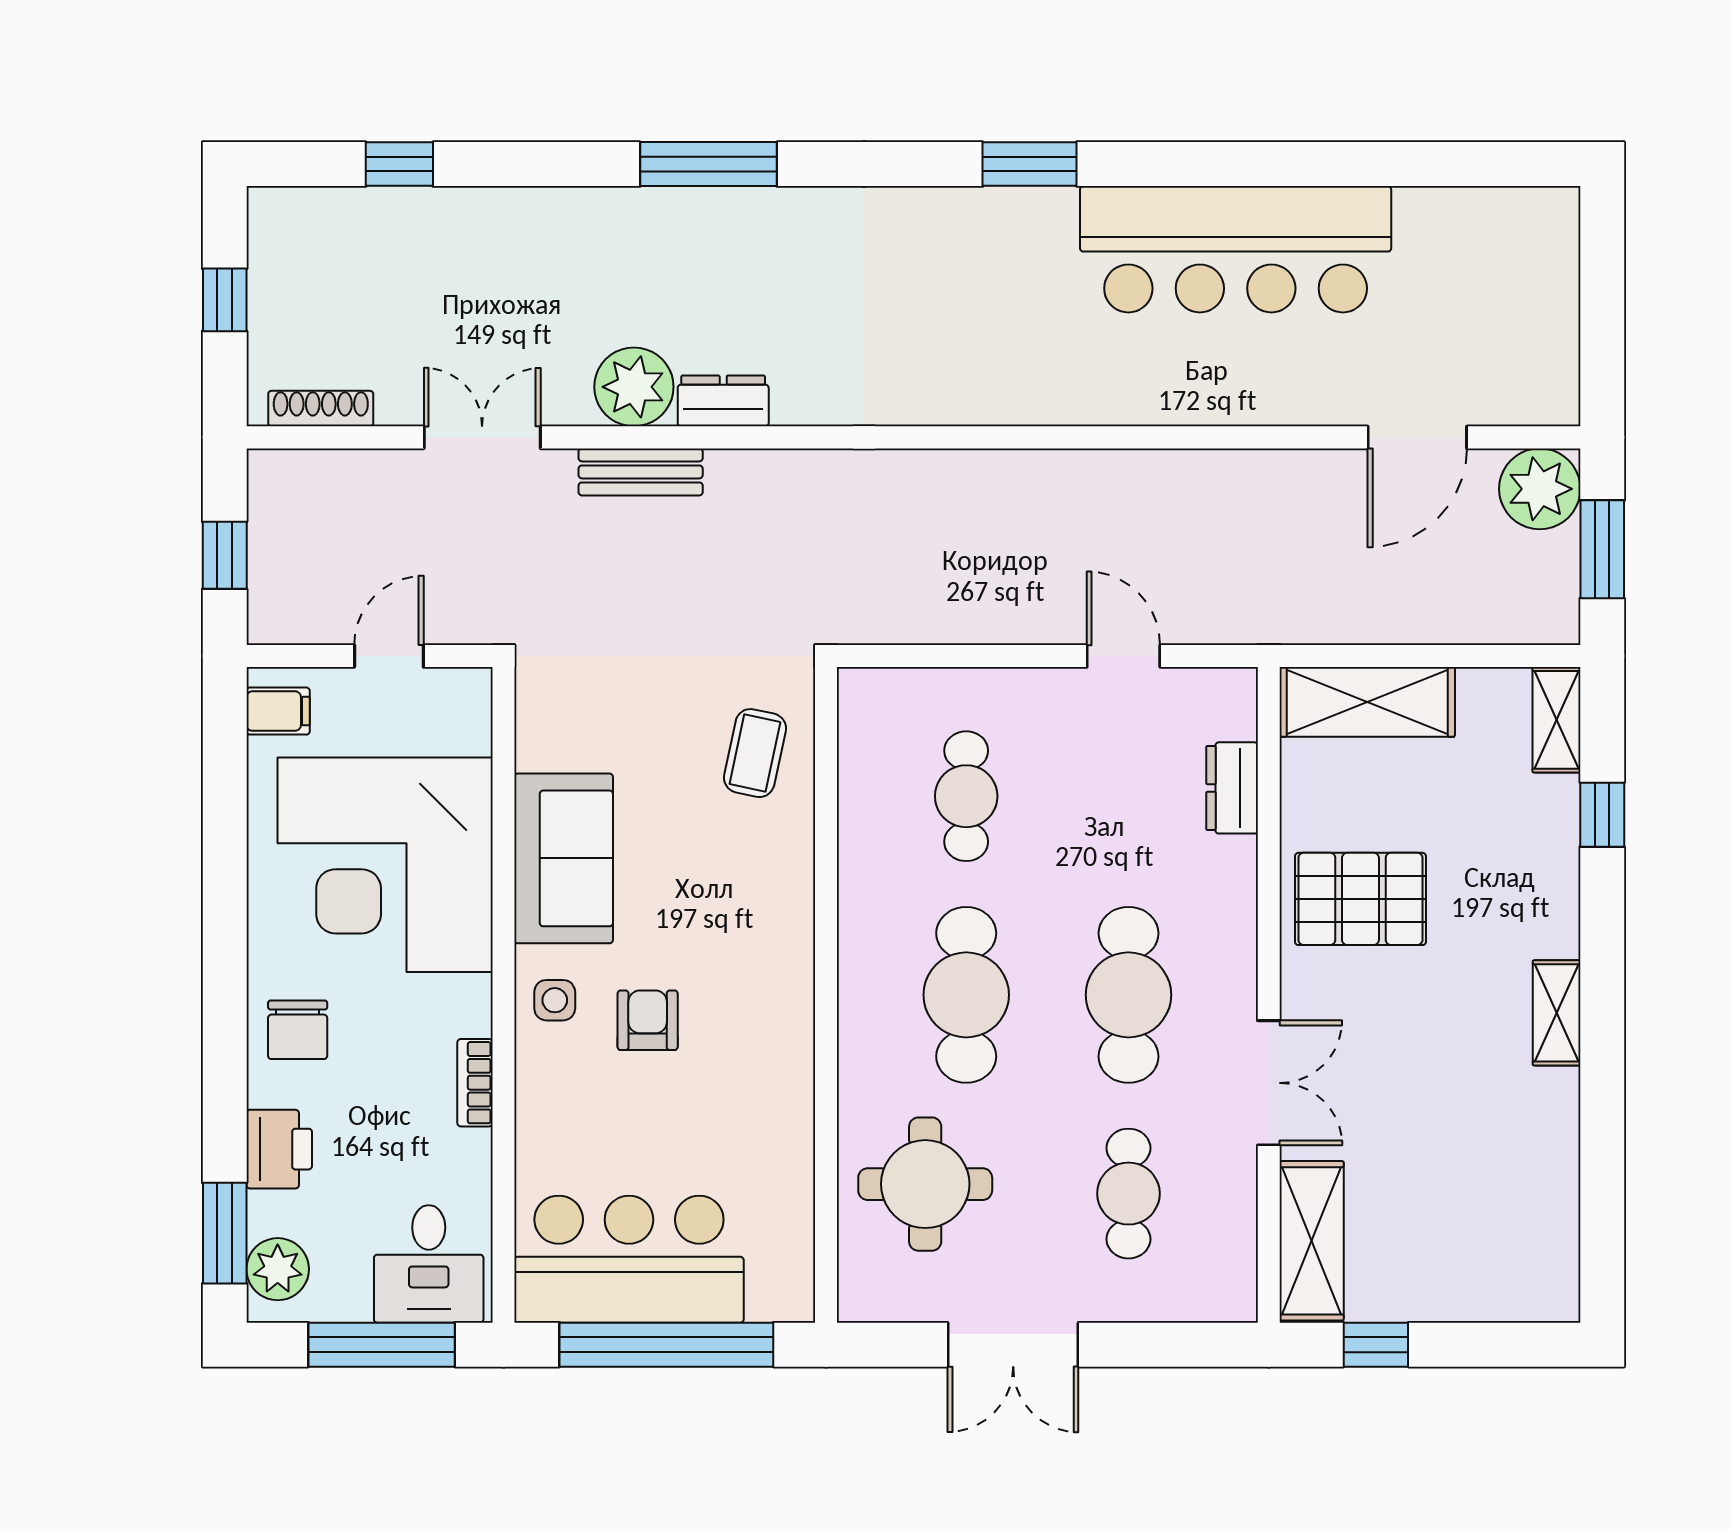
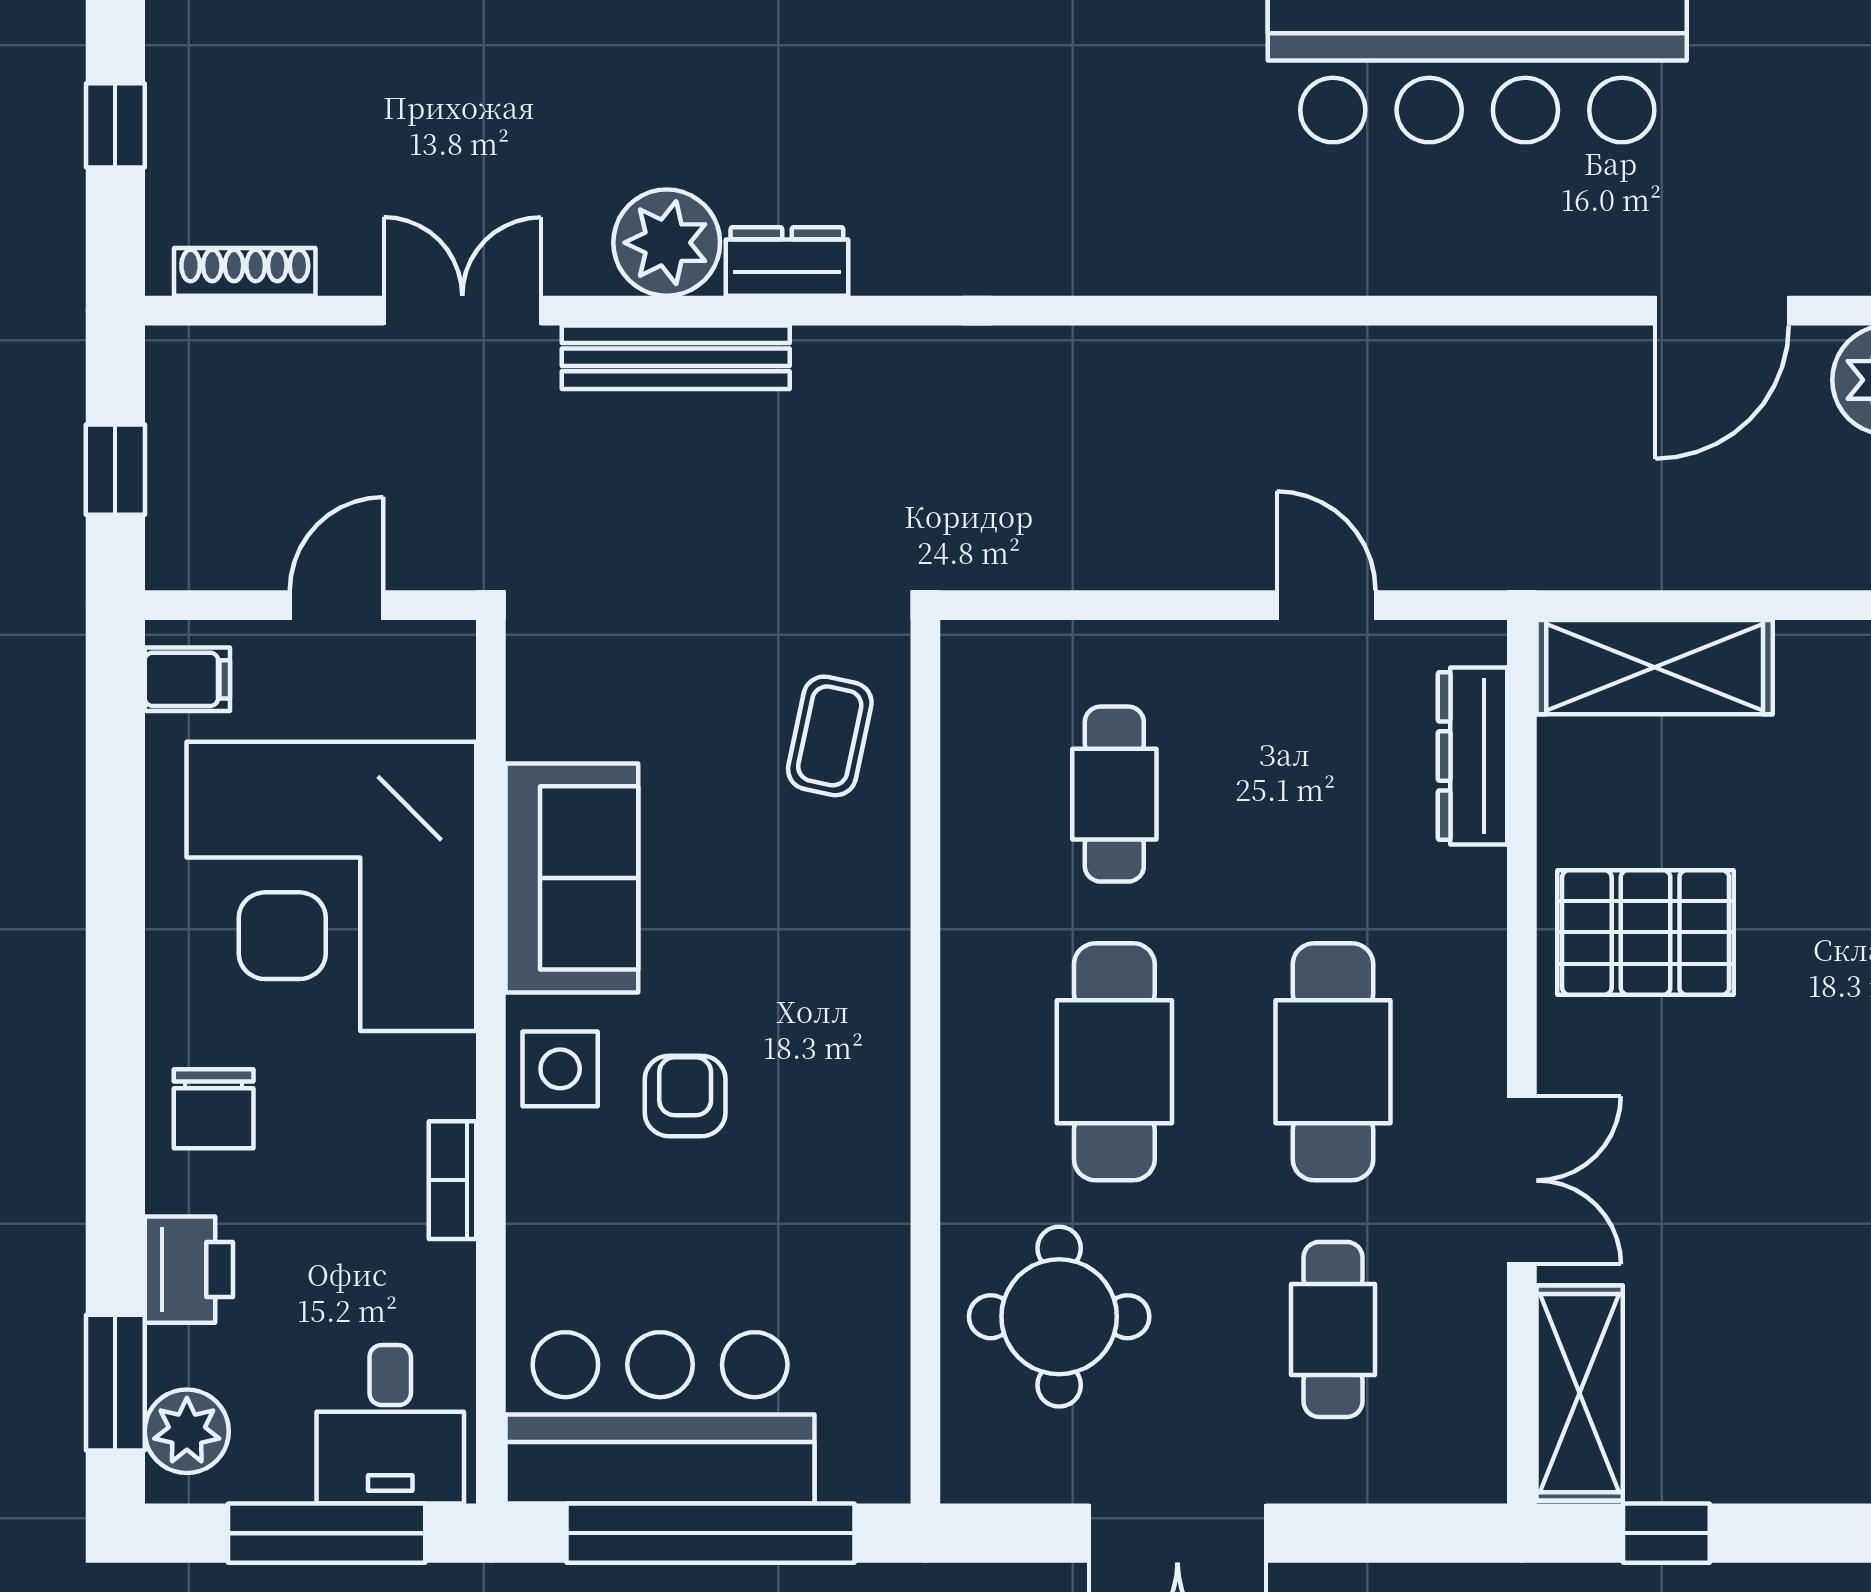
bench: (641, 472) -> (676, 357), width x1.36
dresser: (1232, 788) -> (1472, 756), width x1.44
side table: (555, 1000) -> (560, 1069), width x1.37, depth x1.37

